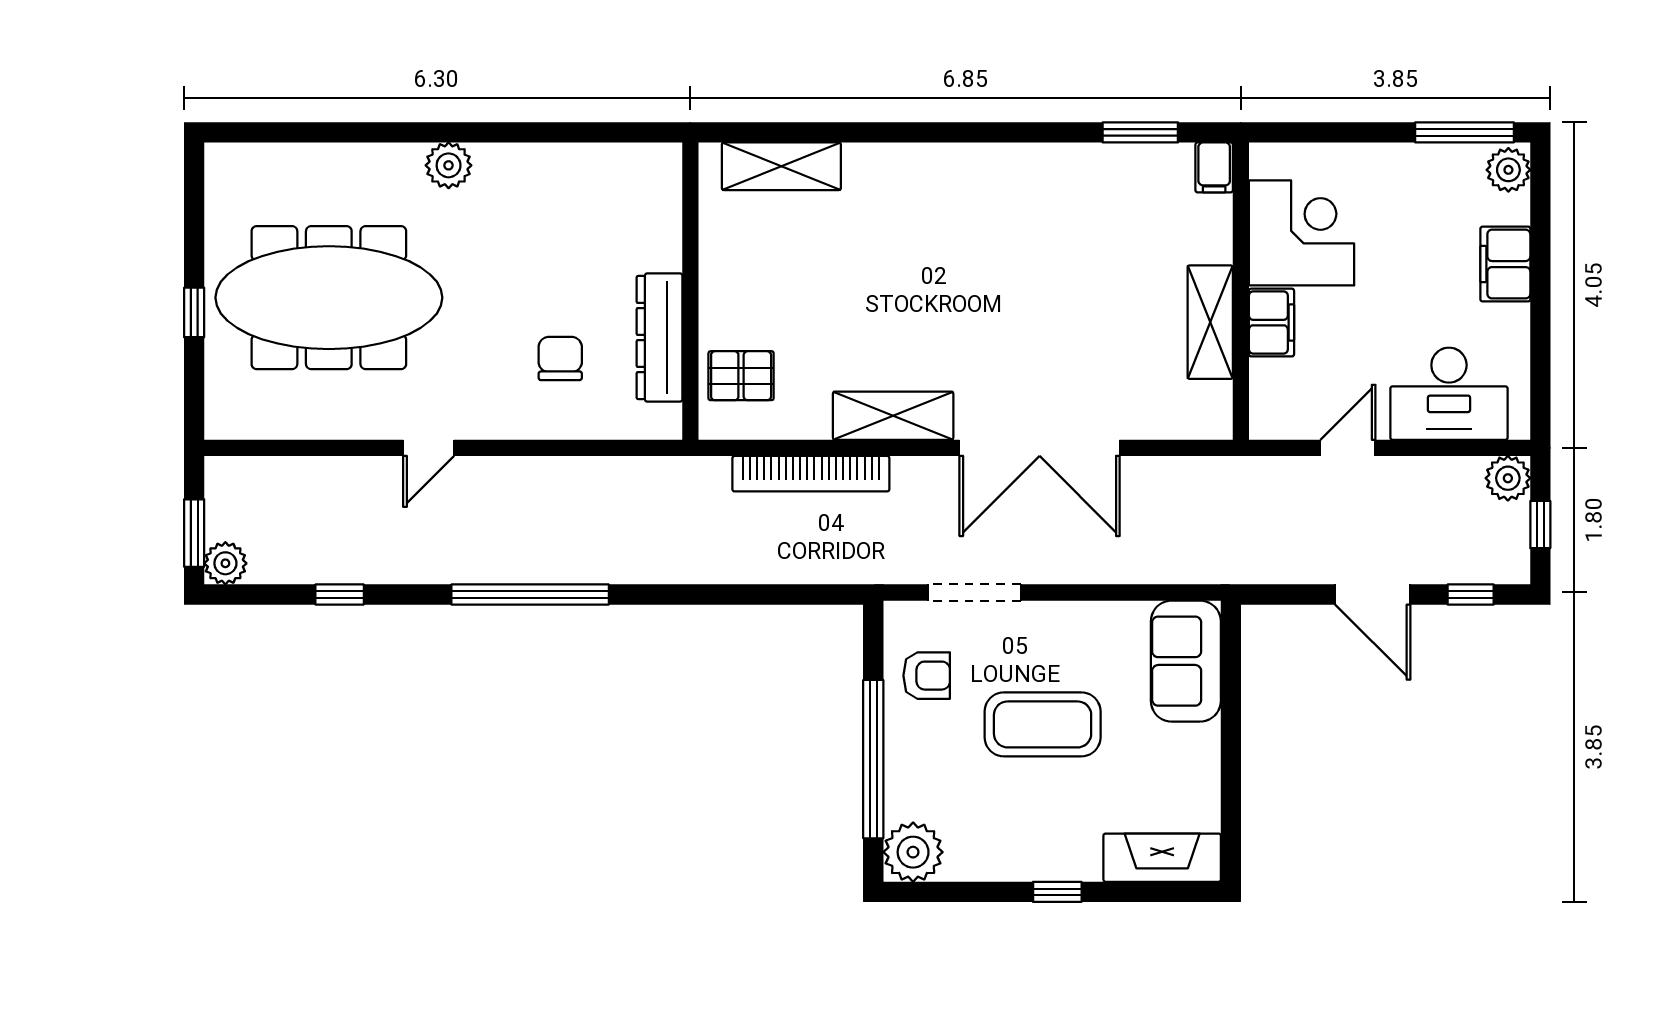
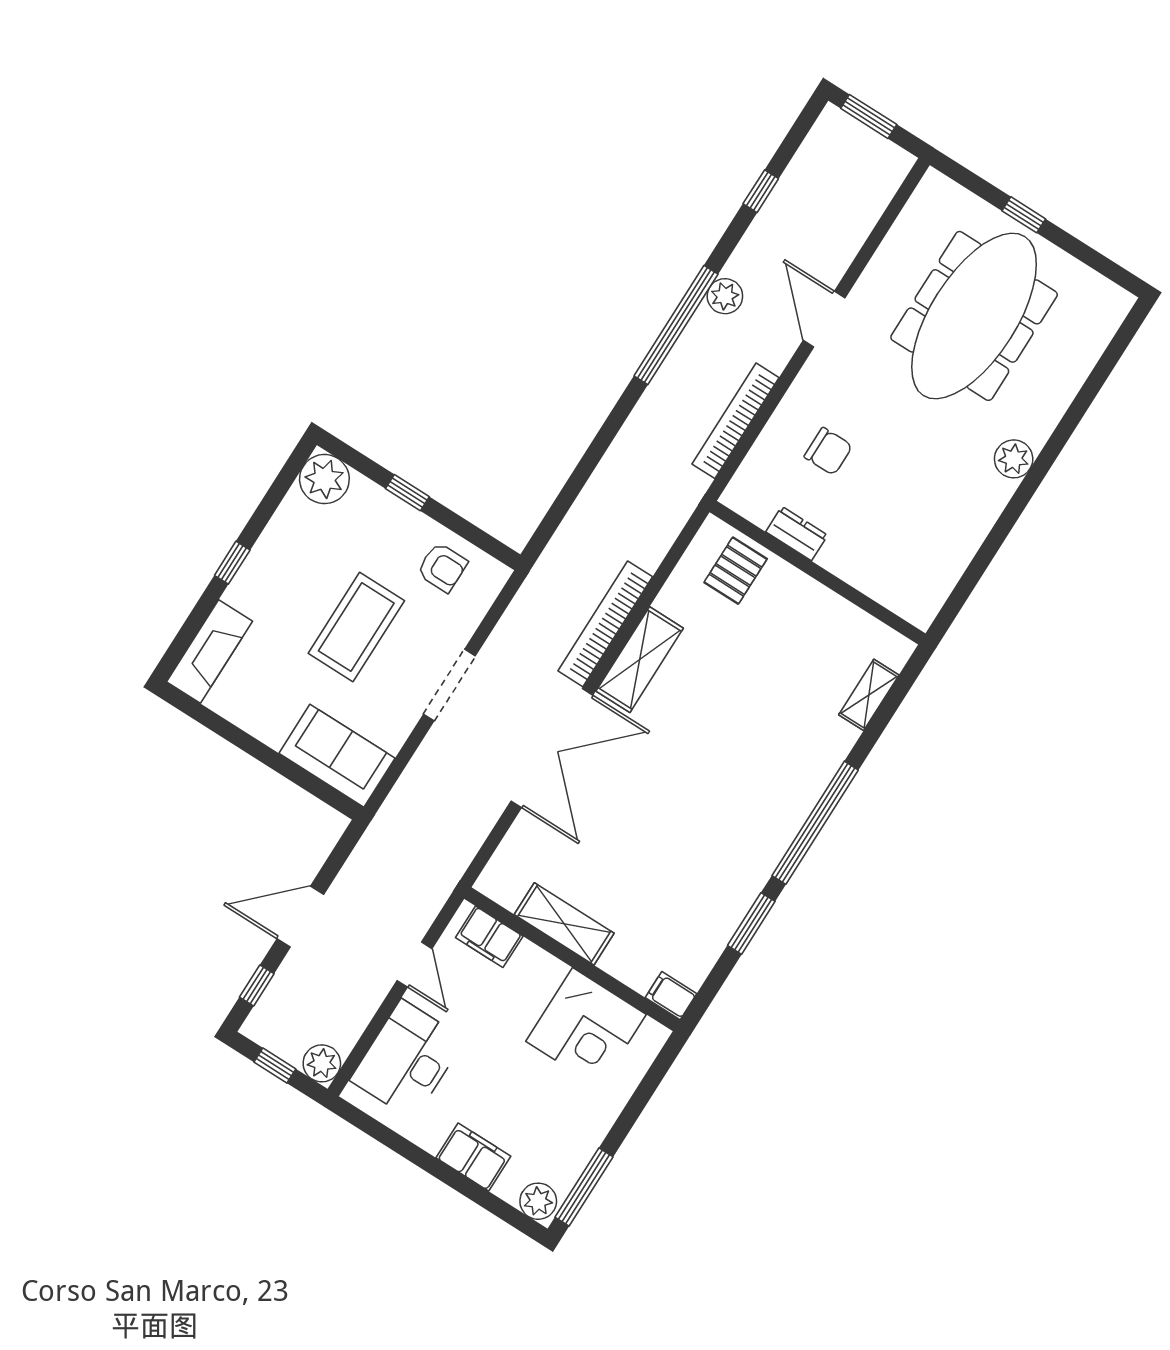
window: (946, 132) -> (815, 823), added
window: (1140, 132) -> (751, 923), moved
shelving: (781, 166) -> (869, 695), width x0.67, depth x0.75
filing cabinet: (1272, 323) -> (489, 937), moved
dresser: (660, 338) -> (797, 534), width x0.51, depth x0.80
door: (429, 448) -> (824, 319), width x1.38
double door: (1040, 448) -> (552, 748), swing flipped
bookcase: (589, 472) -> (736, 421), added
bookcase: (811, 474) -> (605, 624), moved
plant: (225, 563) -> (725, 296), moved
doorway: (974, 592) -> (449, 685), moved
armchair: (927, 676) -> (442, 567), turned -90
window: (873, 759) -> (407, 493), width x0.32

